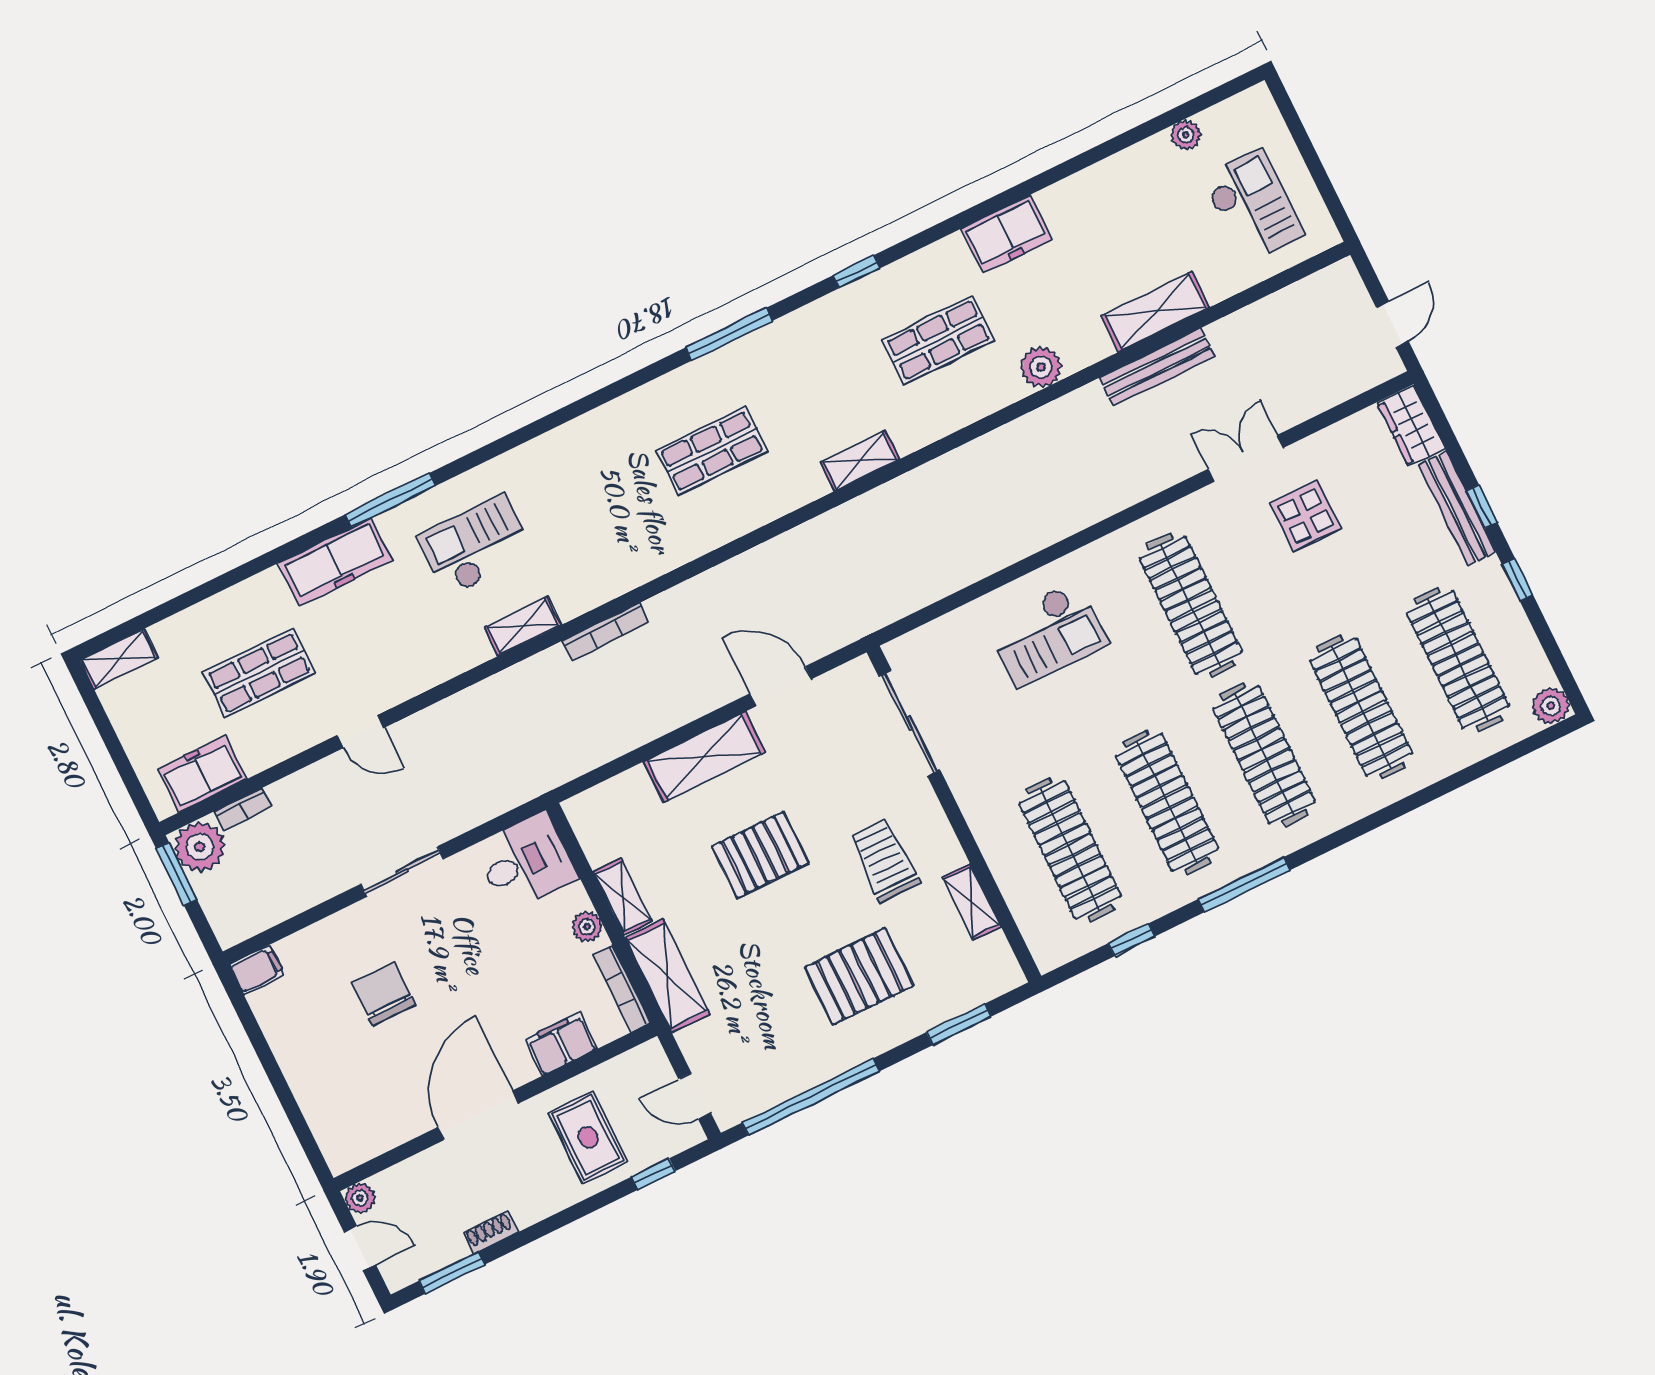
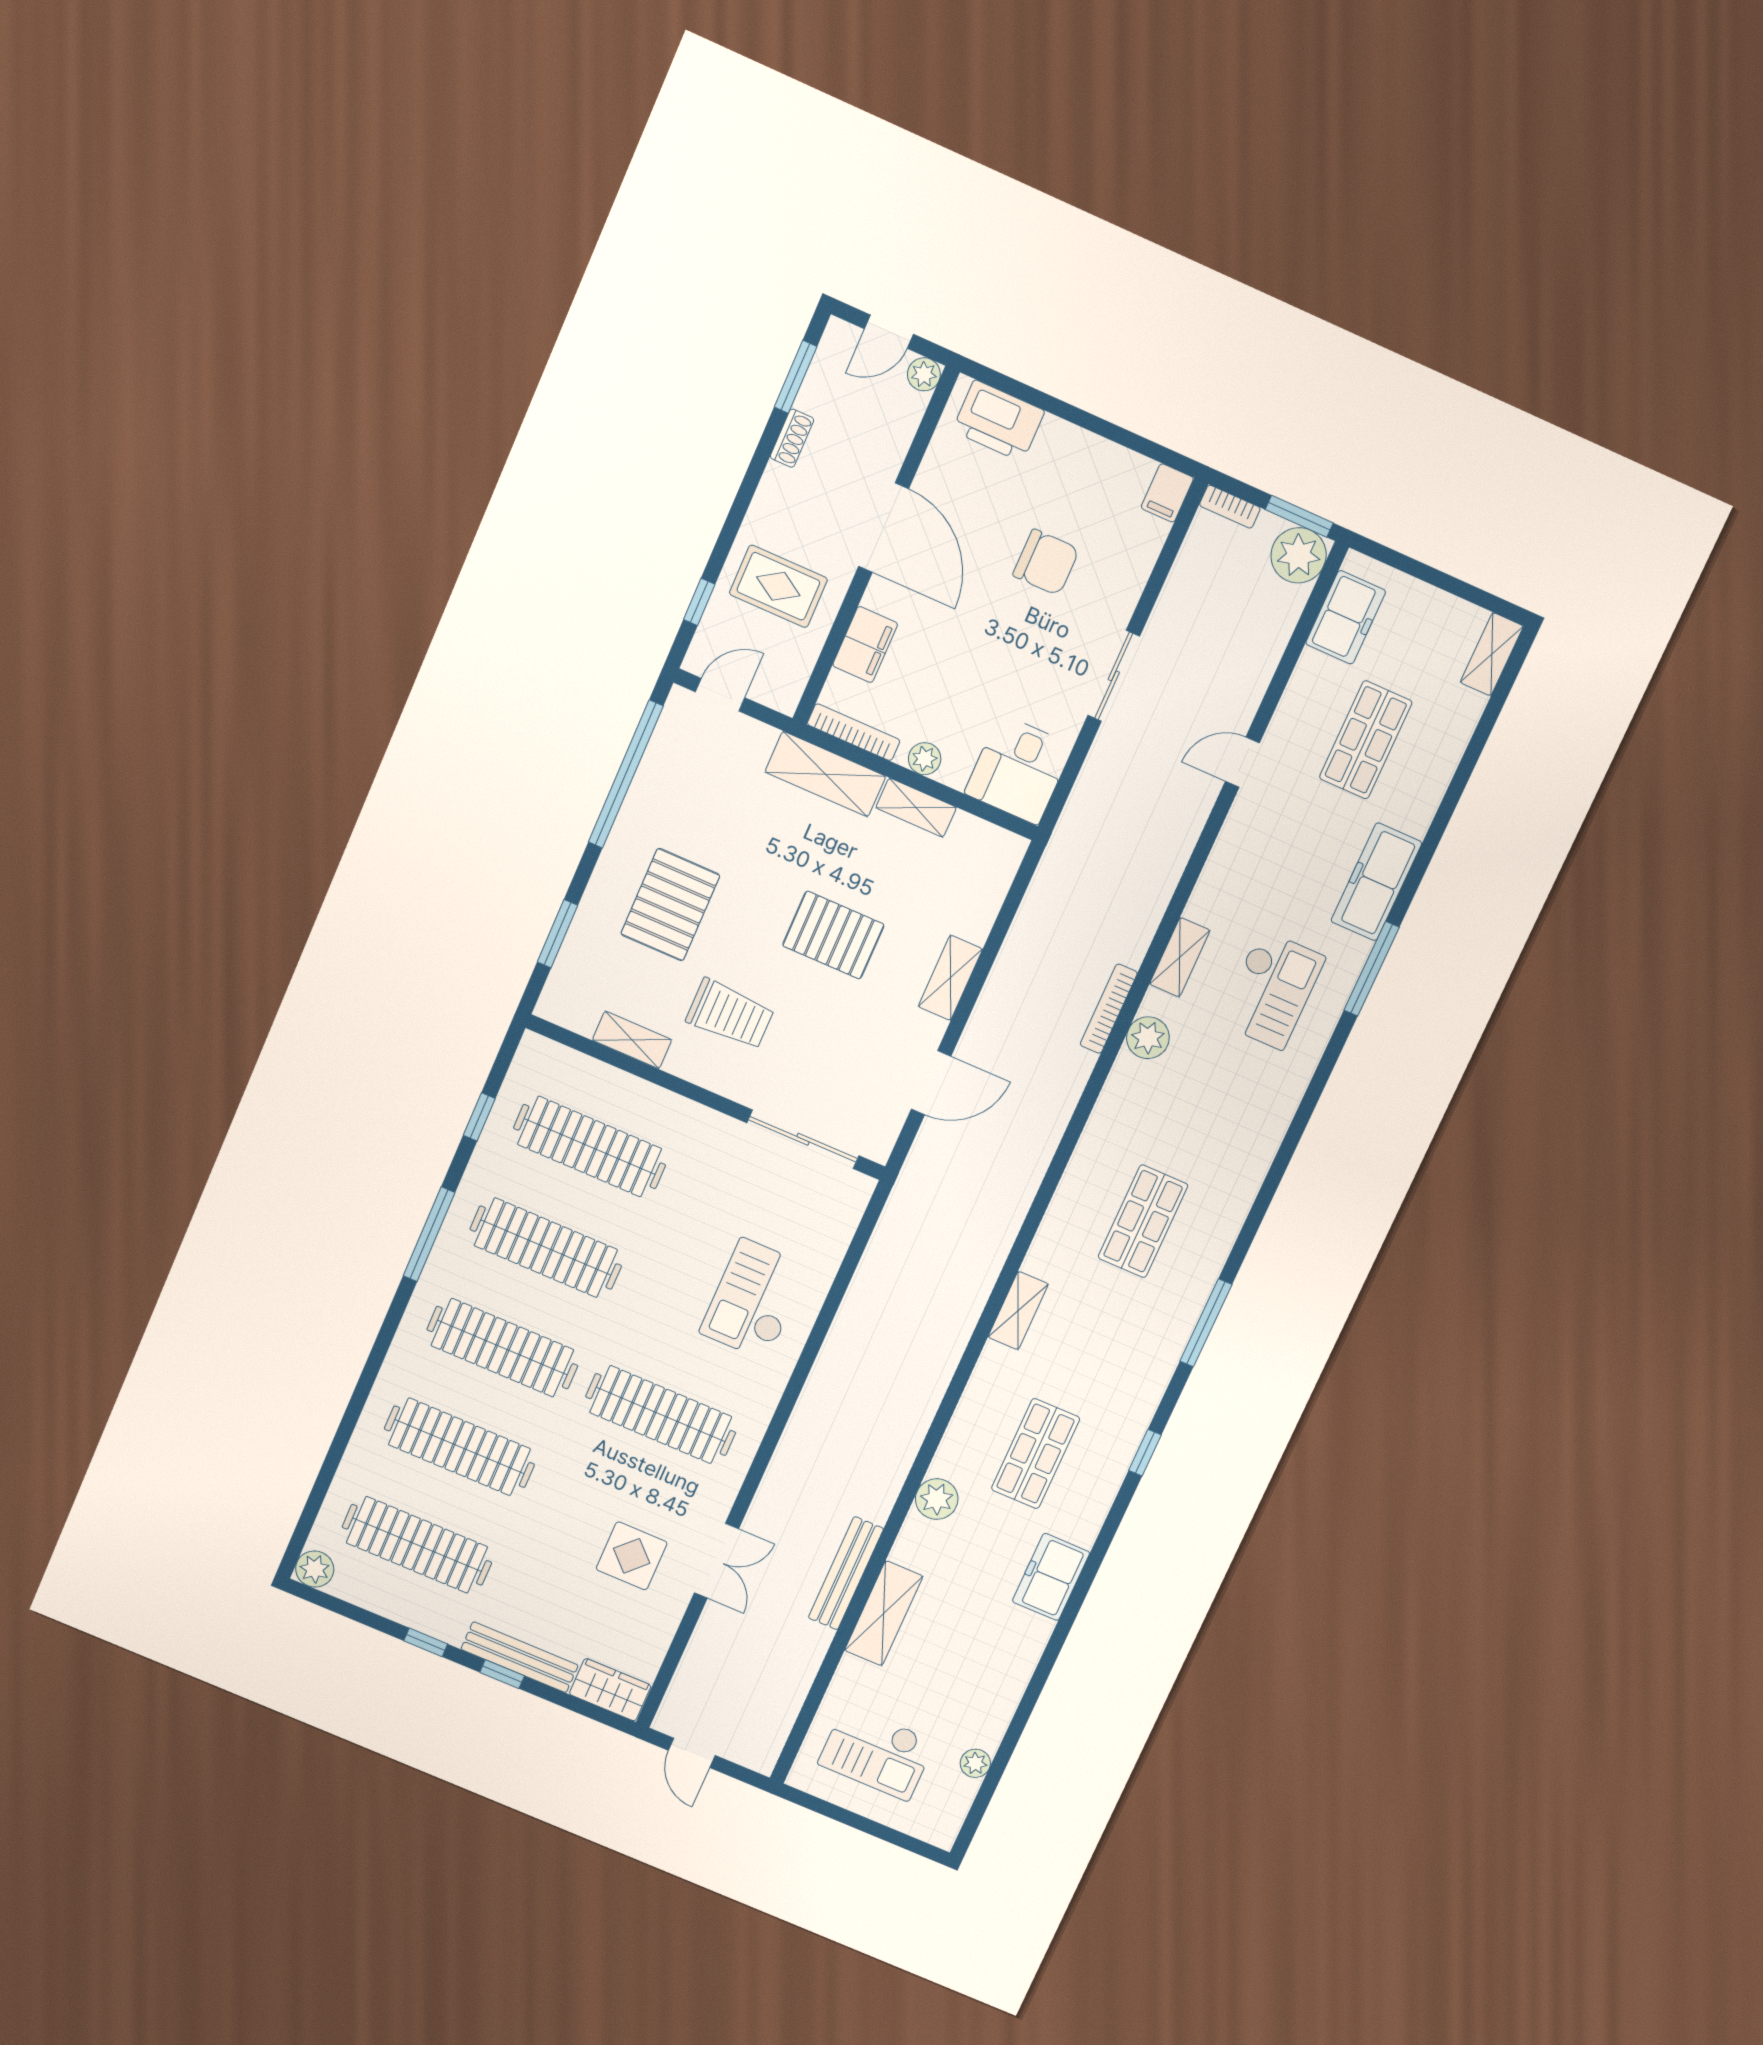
plant: (595, 586) -> (1148, 1038), added
shelving: (704, 757) -> (950, 978), width x0.67, depth x0.75
bookcase: (243, 809) -> (1230, 507), moved, turned -90
pallet: (760, 855) -> (833, 935), turned 90
printer: (334, 1121) -> (998, 421), added

